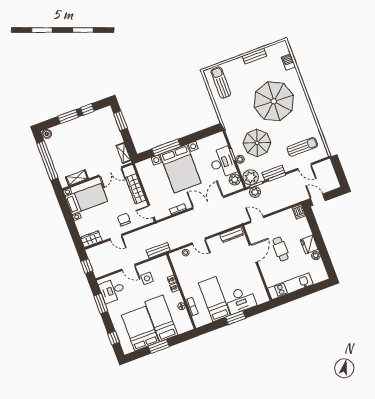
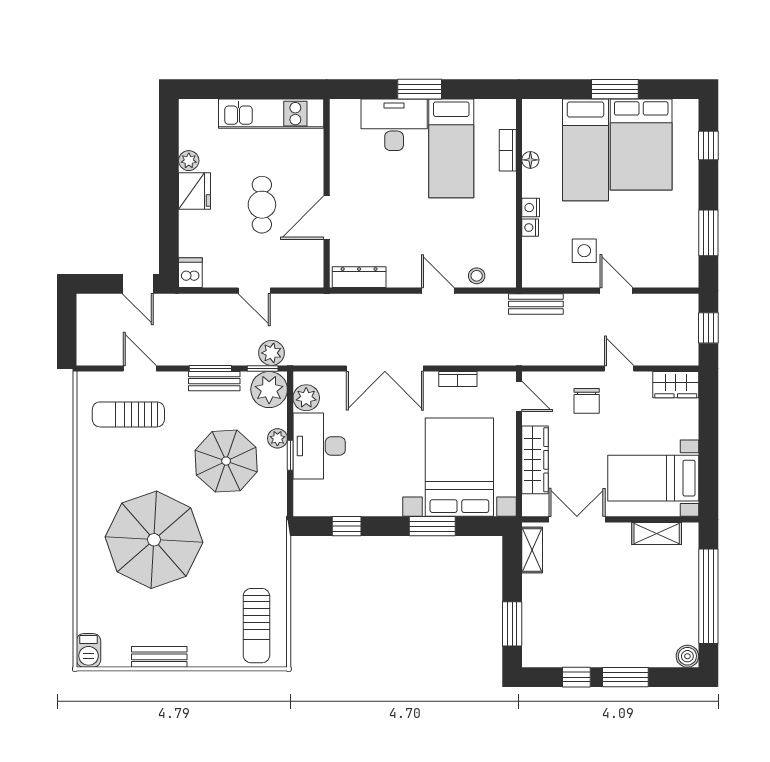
barbecue: (288, 62) -> (89, 650), moved
window: (200, 135) -> (347, 526), added
window: (166, 148) -> (432, 526), width x0.69
bed with nightstands: (181, 169) -> (459, 467), moved
door: (257, 219) -> (254, 291), moved
desk: (112, 290) -> (672, 253), removed

